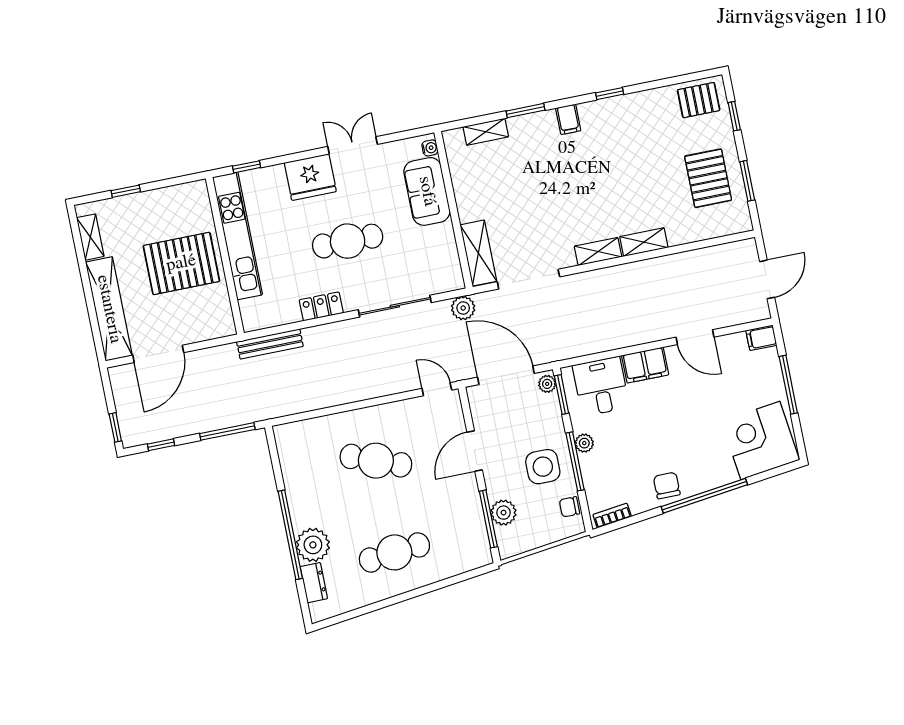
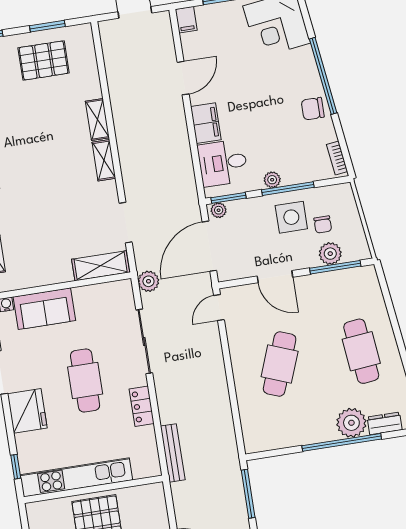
doorway: (528, 279) -> (126, 223), width x0.73
chair: (569, 507) -> (323, 224), moved

